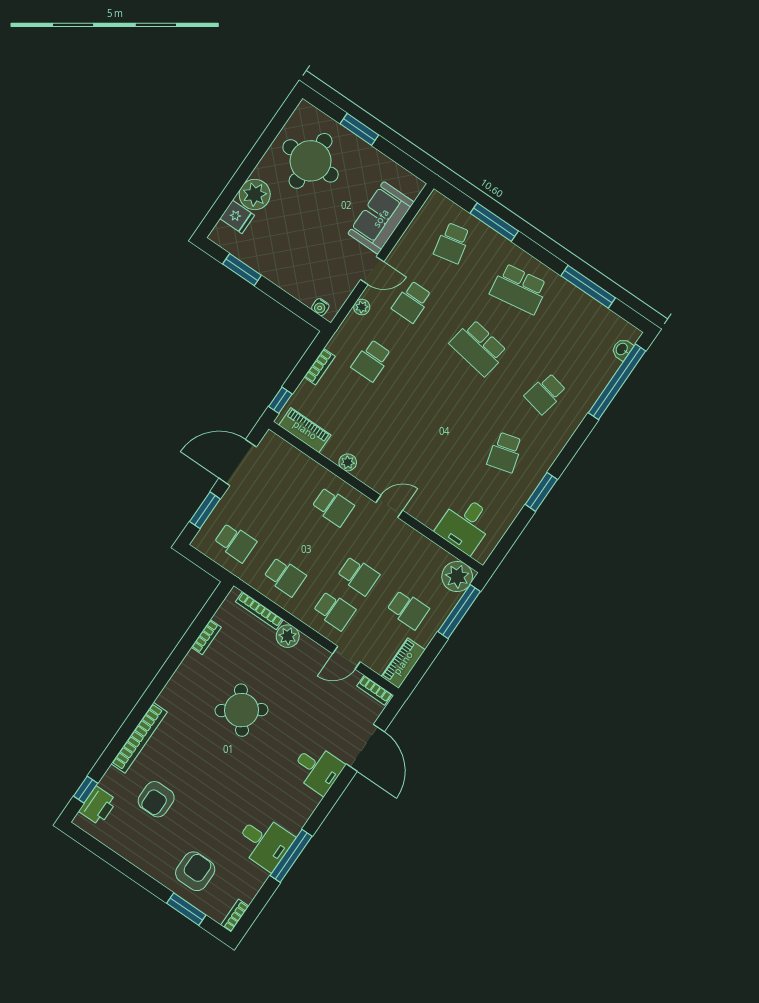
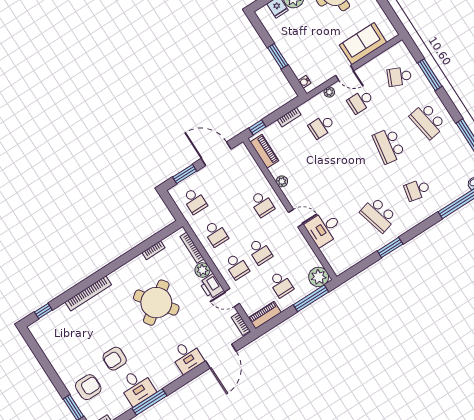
school desk: (452, 243) -> (399, 77), turned 36
window: (242, 270) -> (278, 56), moved
school desk: (505, 452) -> (378, 215), width x1.85
desk: (465, 525) -> (324, 228), moved
round table: (241, 710) -> (156, 303), width x1.36, depth x1.36
armchair: (156, 799) -> (115, 359), moved
printer: (98, 806) -> (212, 286), moved, turned 90

